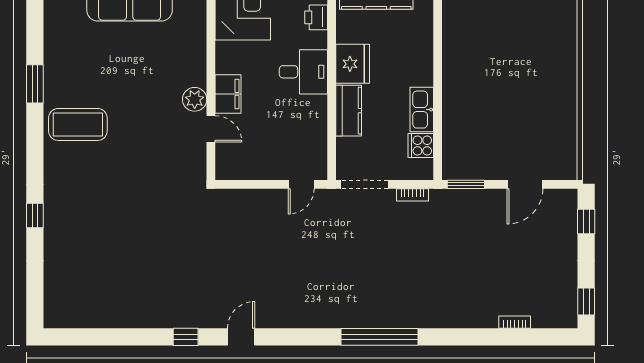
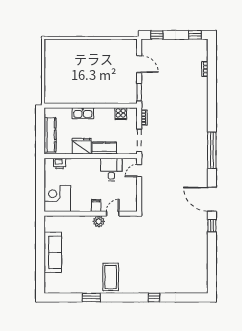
desk: (303, 72) -> (111, 170), moved
filing cabinet: (228, 94) -> (96, 205), width x0.50
kitchen sink: (422, 110) -> (83, 113), moved
door: (301, 184) -> (139, 171), swing flipped
door: (241, 337) -> (212, 199), width x1.88
window: (379, 337) -> (212, 150), moved

